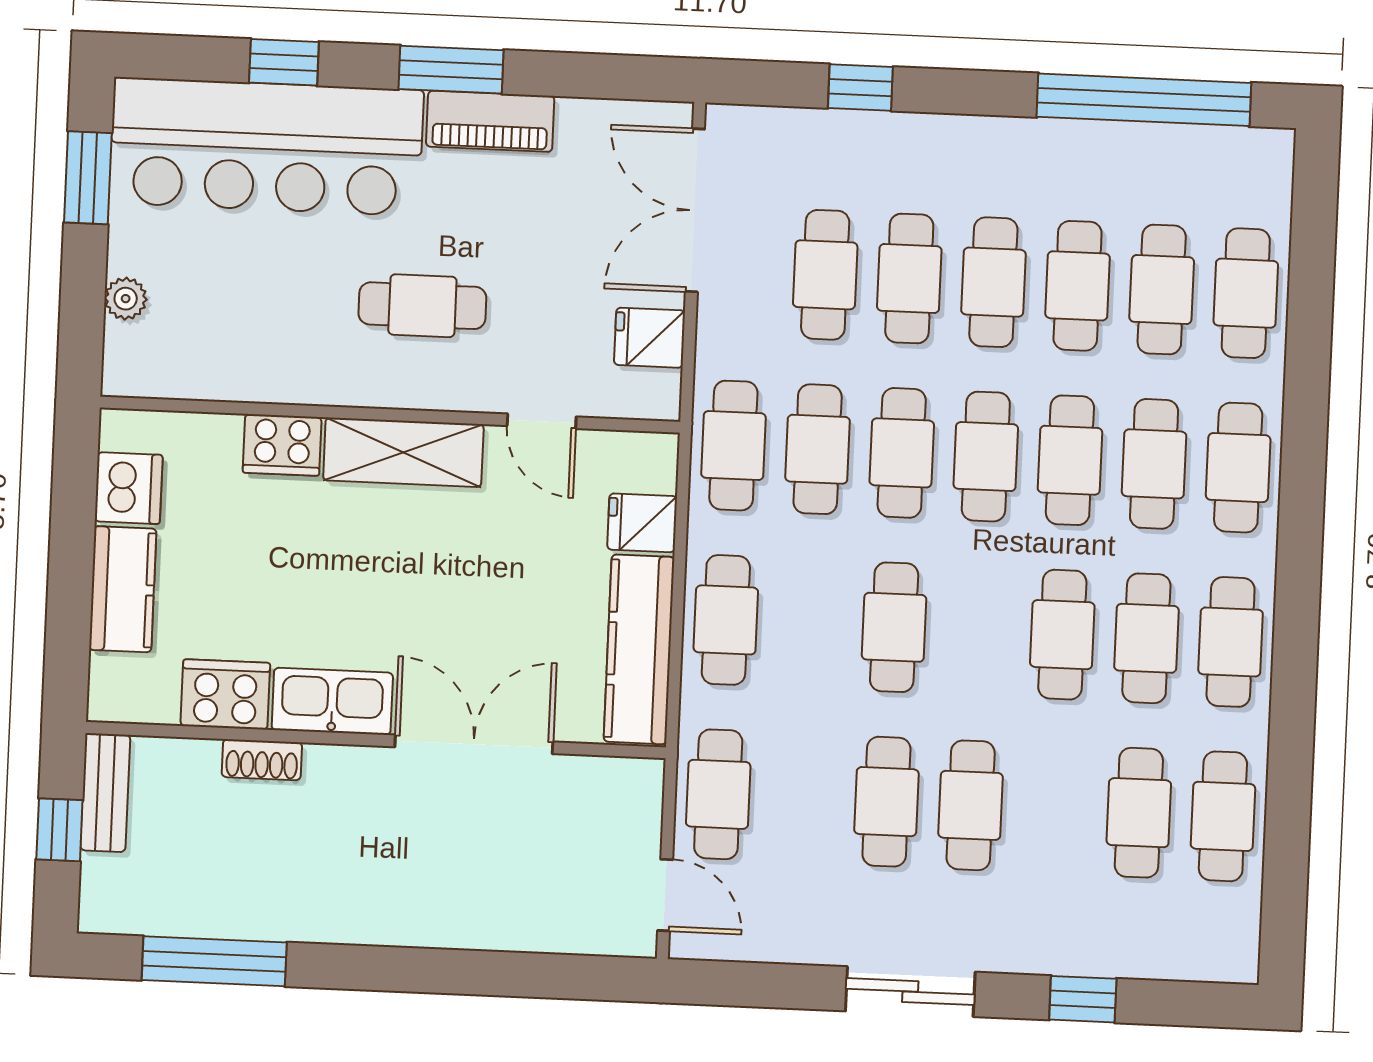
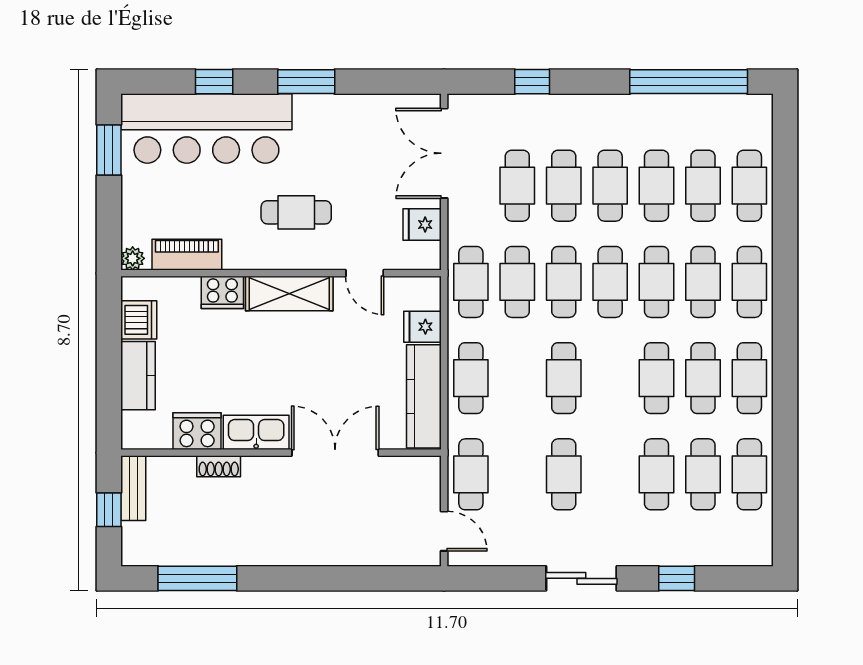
piano: (490, 121) -> (187, 255), moved, turned 180
plant: (126, 299) -> (133, 258), moved
cafe table: (971, 805) -> (657, 474), moved

